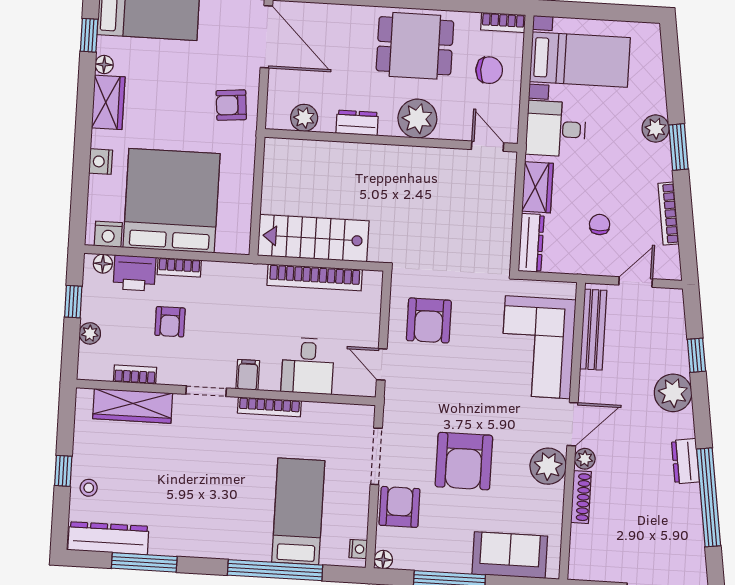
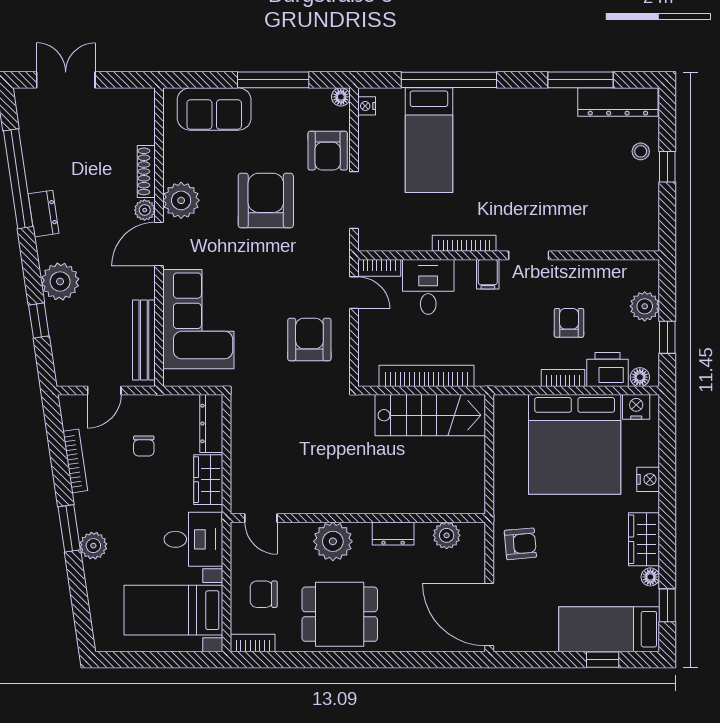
plant: (90, 333) -> (645, 306), width x1.38, depth x1.38
bookcase: (135, 374) -> (379, 268), moved
wardrobe: (133, 406) -> (602, 236), removed

